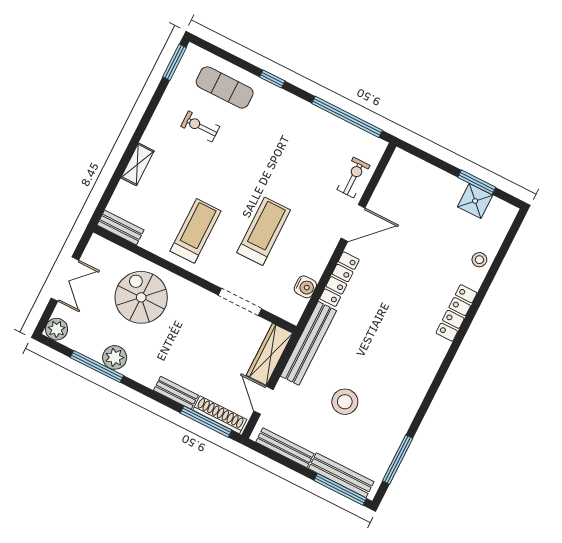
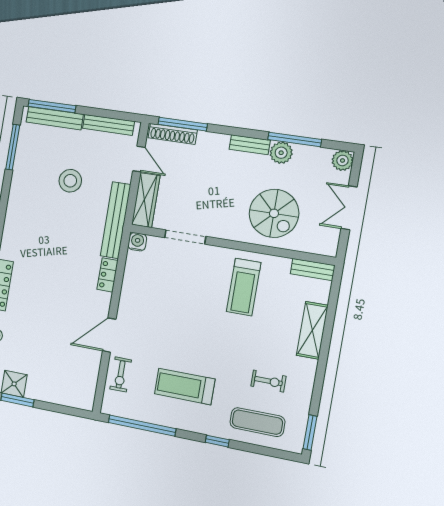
shelving: (137, 164) -> (312, 330), width x1.50, depth x1.33
treadmill: (264, 231) -> (185, 386), moved, turned 90
locker: (339, 279) -> (108, 275), width x0.66
water cooler: (305, 287) -> (137, 242), moved, turned 90
bench: (176, 393) -> (250, 145), moved

